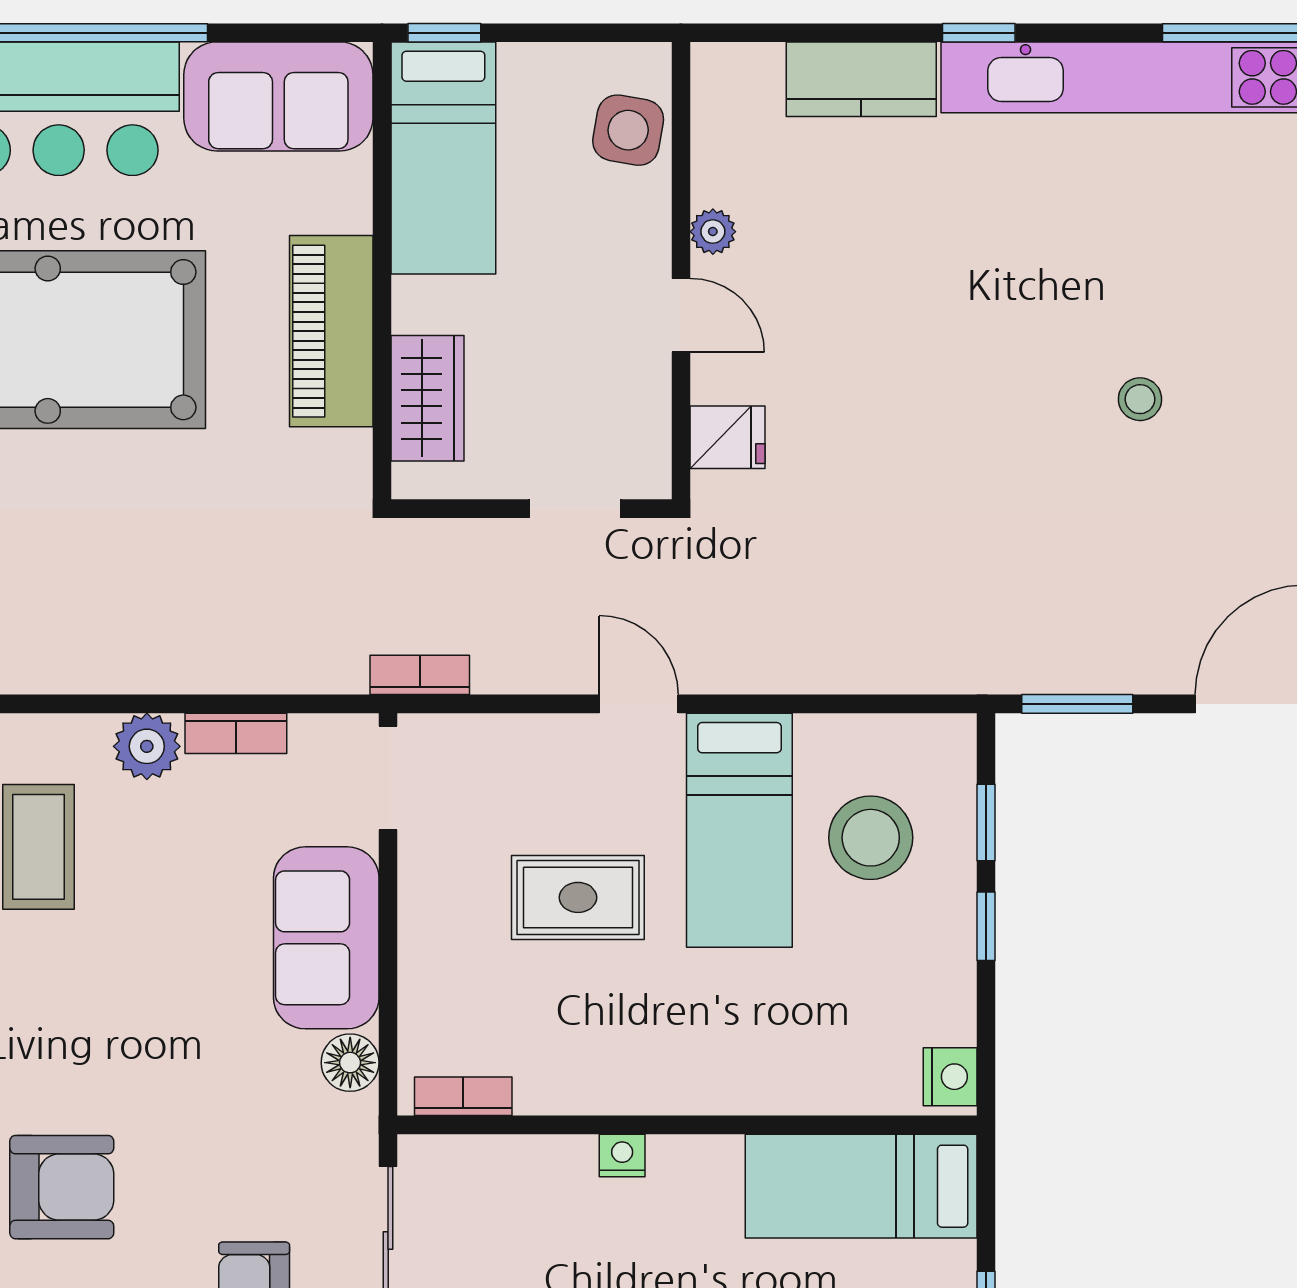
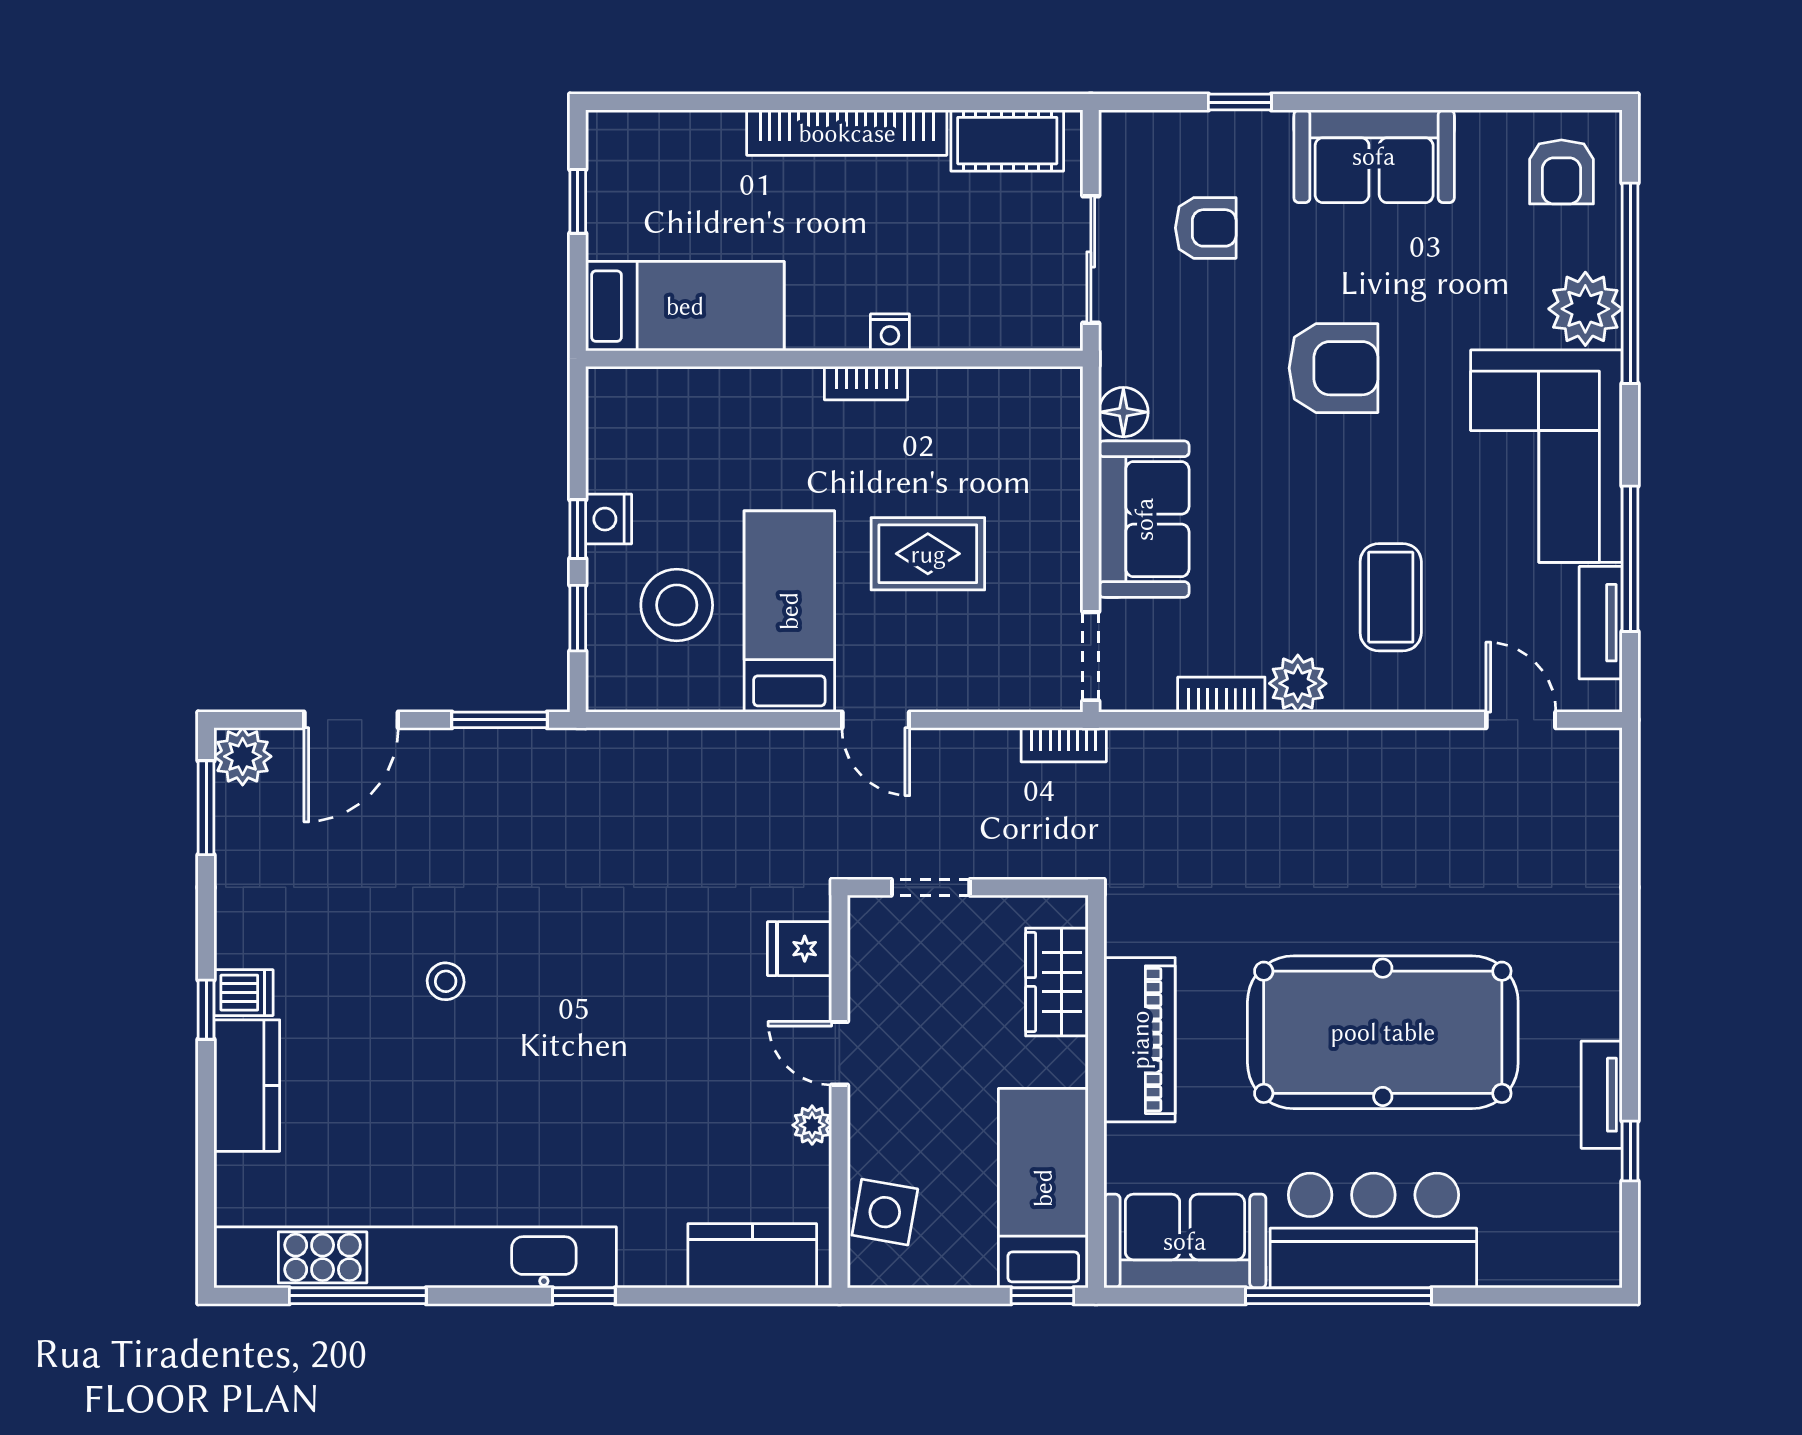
kitchen counter: (861, 79) -> (752, 1256), moved
nightstand: (950, 1077) -> (609, 519), moved
bookcase: (463, 1096) -> (866, 383), moved
armchair: (62, 1187) -> (1334, 368), moved, turned 180

